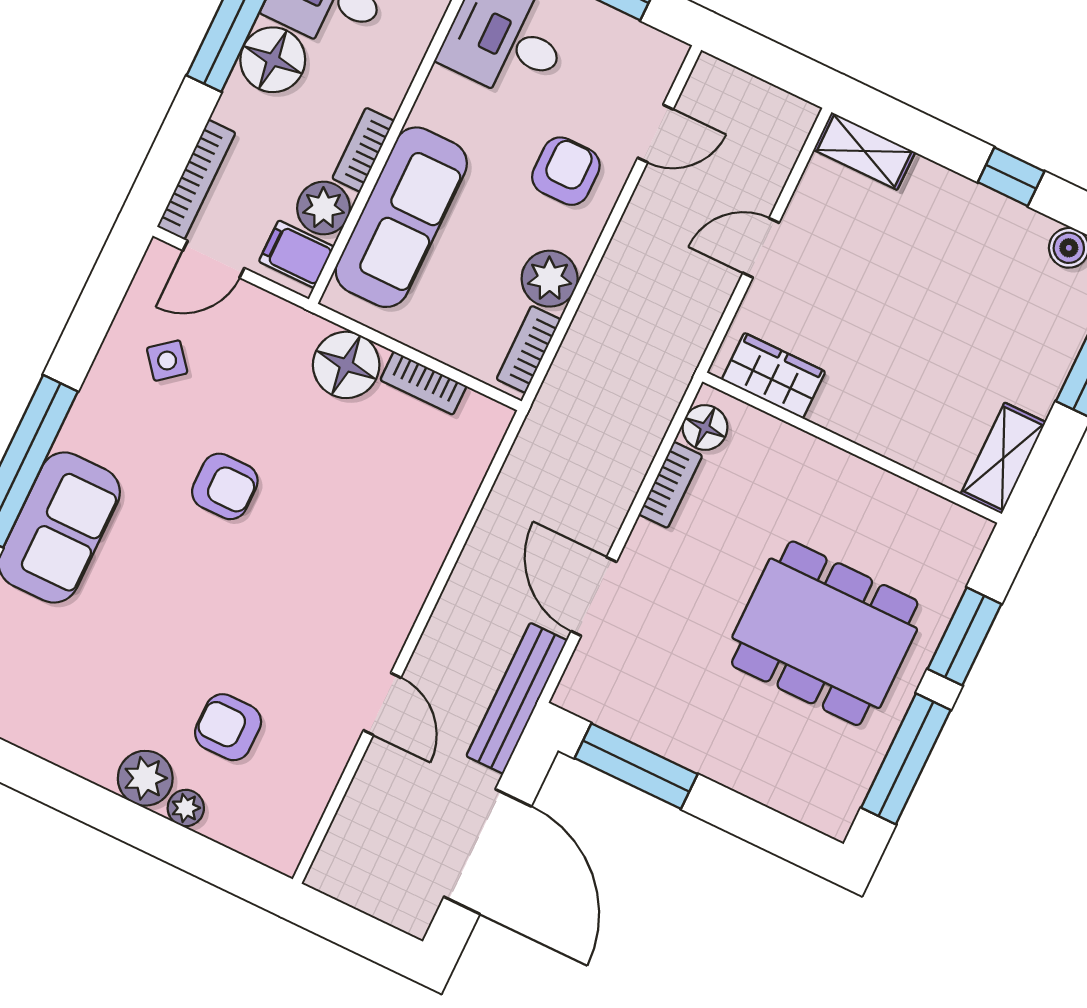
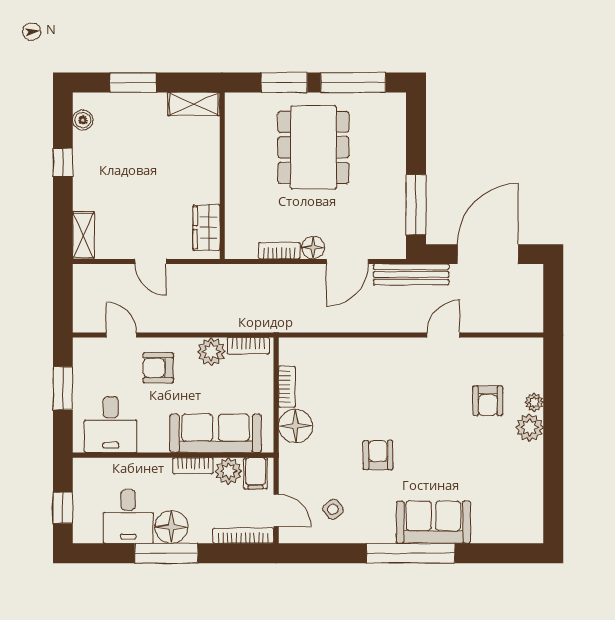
floor lamp: (705, 428) -> (313, 248), moved

